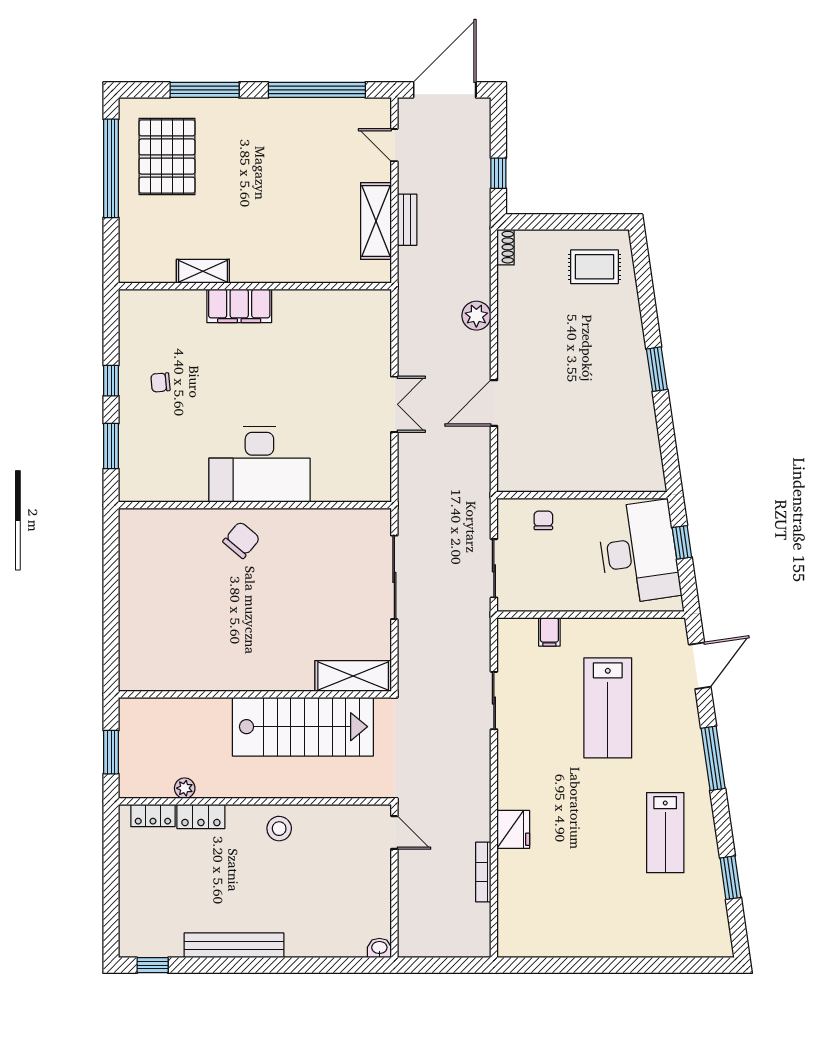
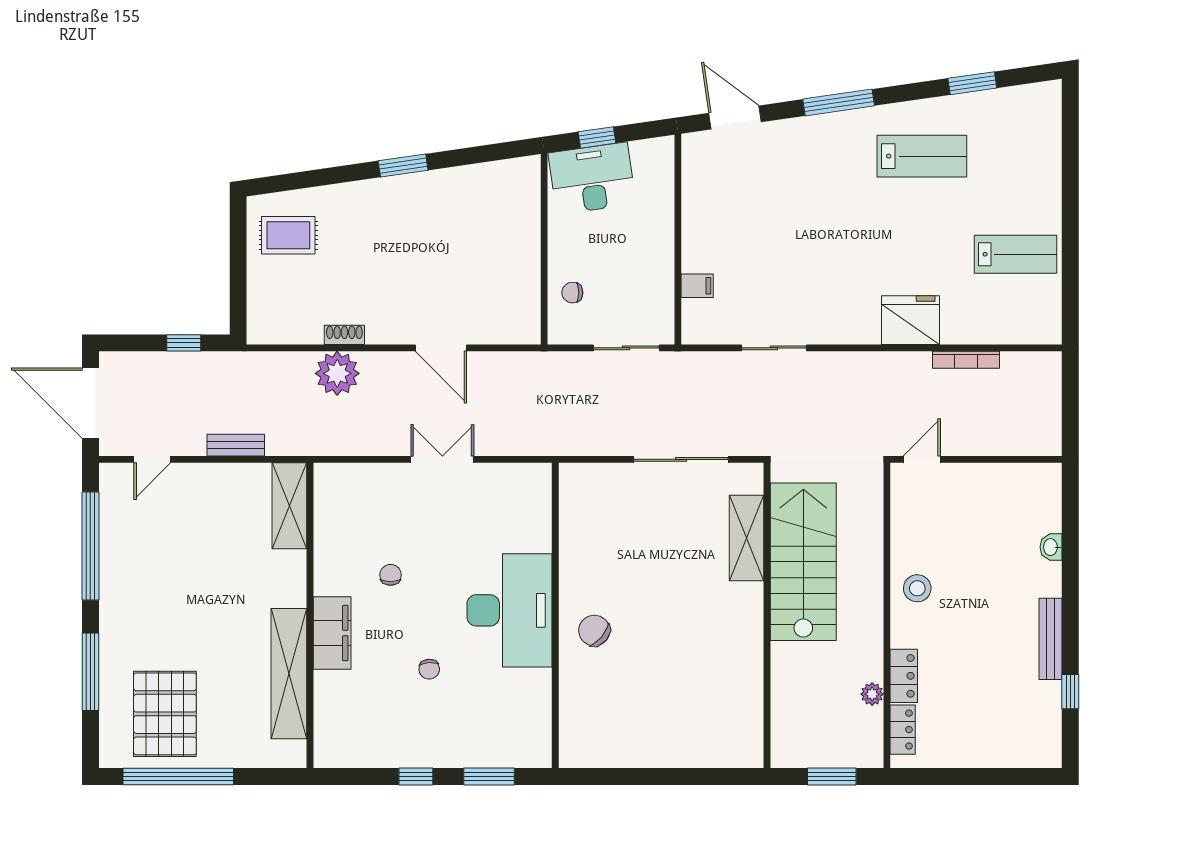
pallet: (167, 157) -> (165, 714), turned 90
shelving: (376, 221) -> (289, 506), moved, turned 90
shoe rack: (506, 247) -> (344, 335), moved
rug: (595, 267) -> (288, 235), turned 90
shelving: (203, 271) -> (289, 674), width x2.20, depth x1.33
plant: (476, 316) -> (337, 373), width x1.36, depth x1.36
chair: (291, 358) -> (391, 575), added
chair: (160, 382) -> (429, 669), moved
desk: (639, 552) -> (592, 178), width x0.73, depth x0.77
sliding door: (394, 577) -> (681, 459), moved
shelving: (353, 676) -> (747, 538), moved
lab bench: (608, 708) -> (1016, 254), moved, width x0.73, depth x0.72
fridge: (513, 829) -> (911, 320), width x1.36, depth x1.34
bench: (234, 945) -> (1050, 639), width x0.73, depth x0.82
washbasin: (379, 948) -> (1051, 547), moved
window: (153, 965) -> (1070, 692), moved

